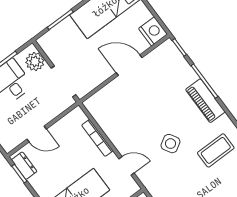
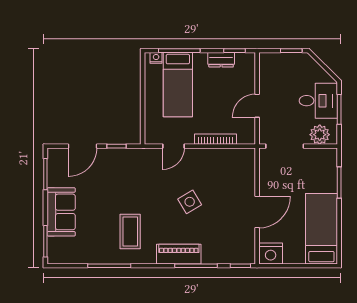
door: (37, 134) -> (257, 106), moved
side table: (170, 144) -> (190, 202), moved
dresser: (24, 166) -> (221, 60), moved

